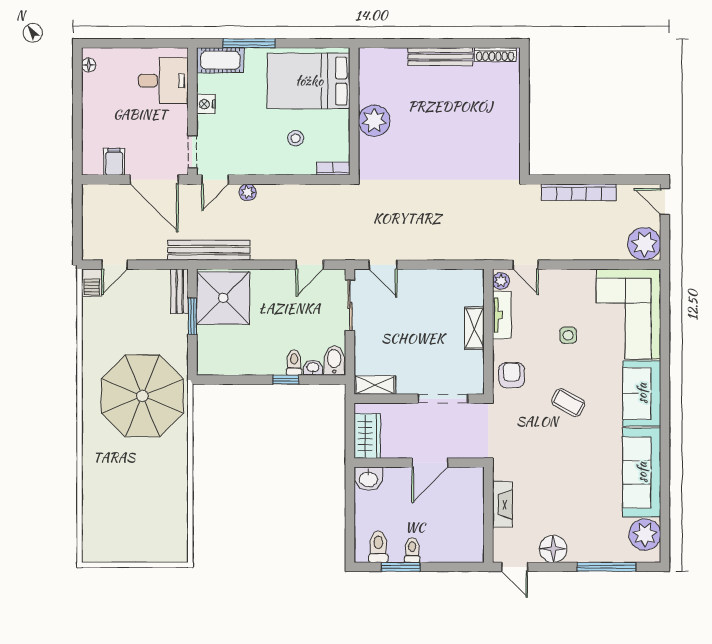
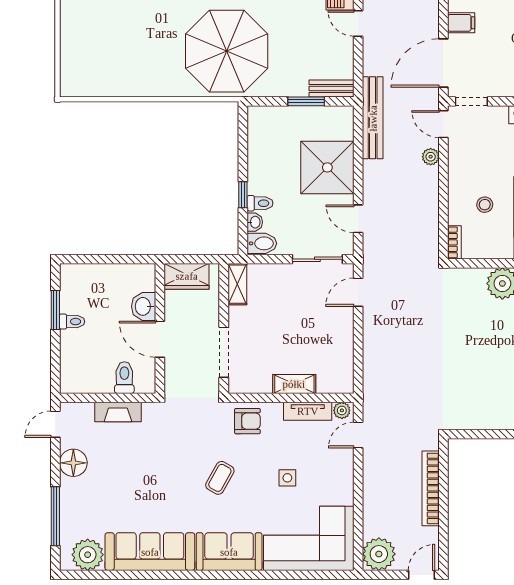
shower: (223, 298) -> (327, 167), moved
washbasin: (368, 479) -> (144, 306), moved
toilet: (378, 547) -> (124, 378), moved, turned -90

